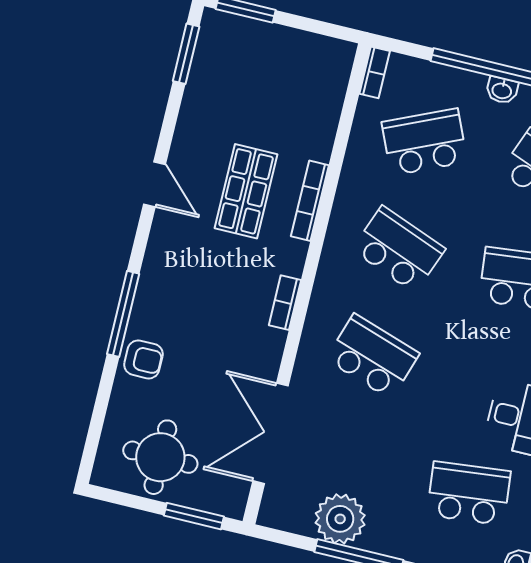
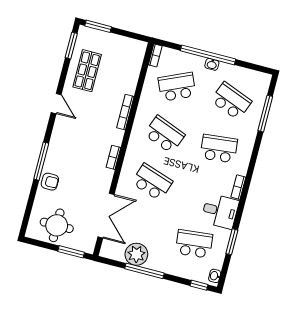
shop shelf: (246, 191) -> (87, 71), moved
double door: (271, 433) -> (106, 216), swing flipped

